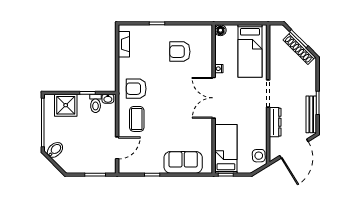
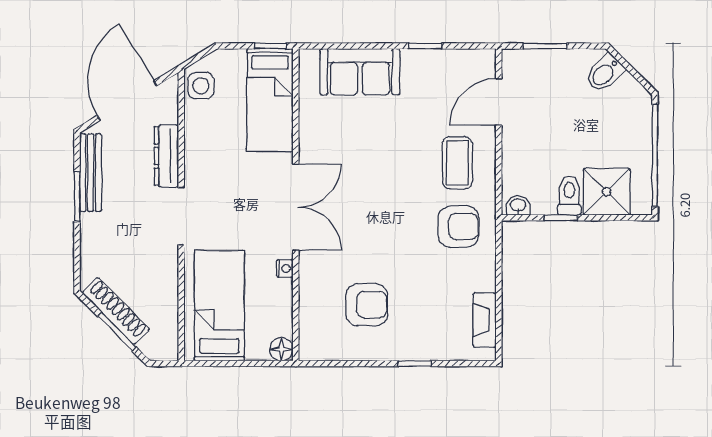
toilet: (96, 103) -> (569, 196), moved
bidet: (55, 150) -> (605, 73), moved

